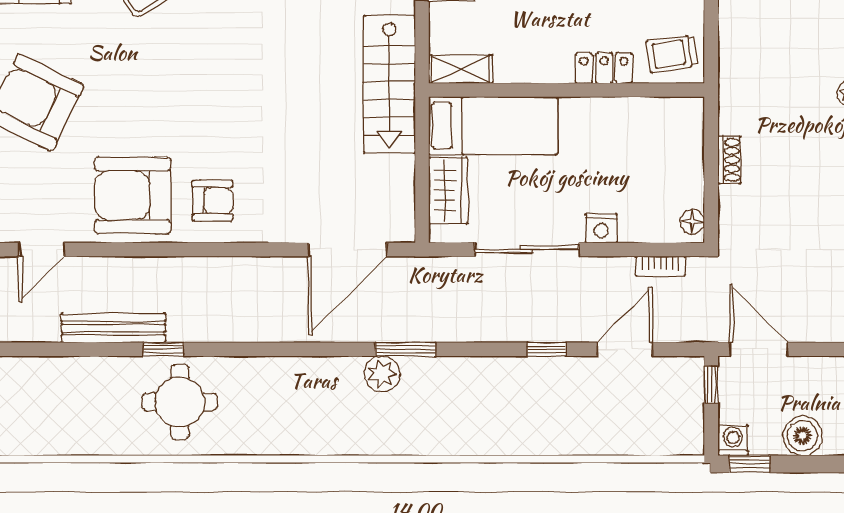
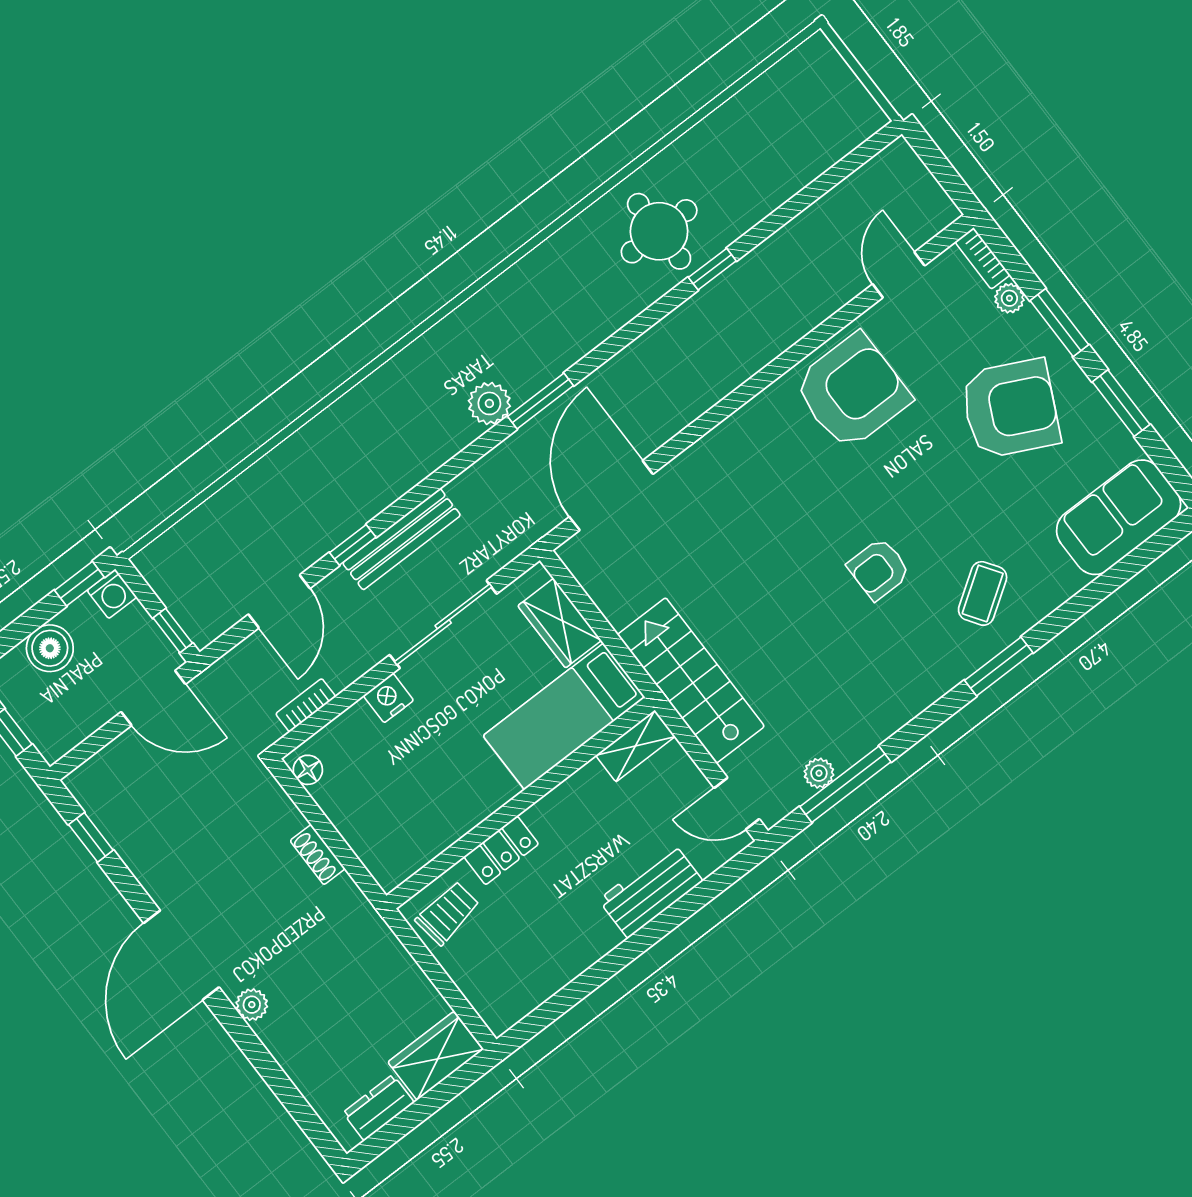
armchair: (212, 200) -> (879, 569), moved
bench: (113, 328) -> (402, 539), moved
window: (406, 349) -> (540, 401), moved

